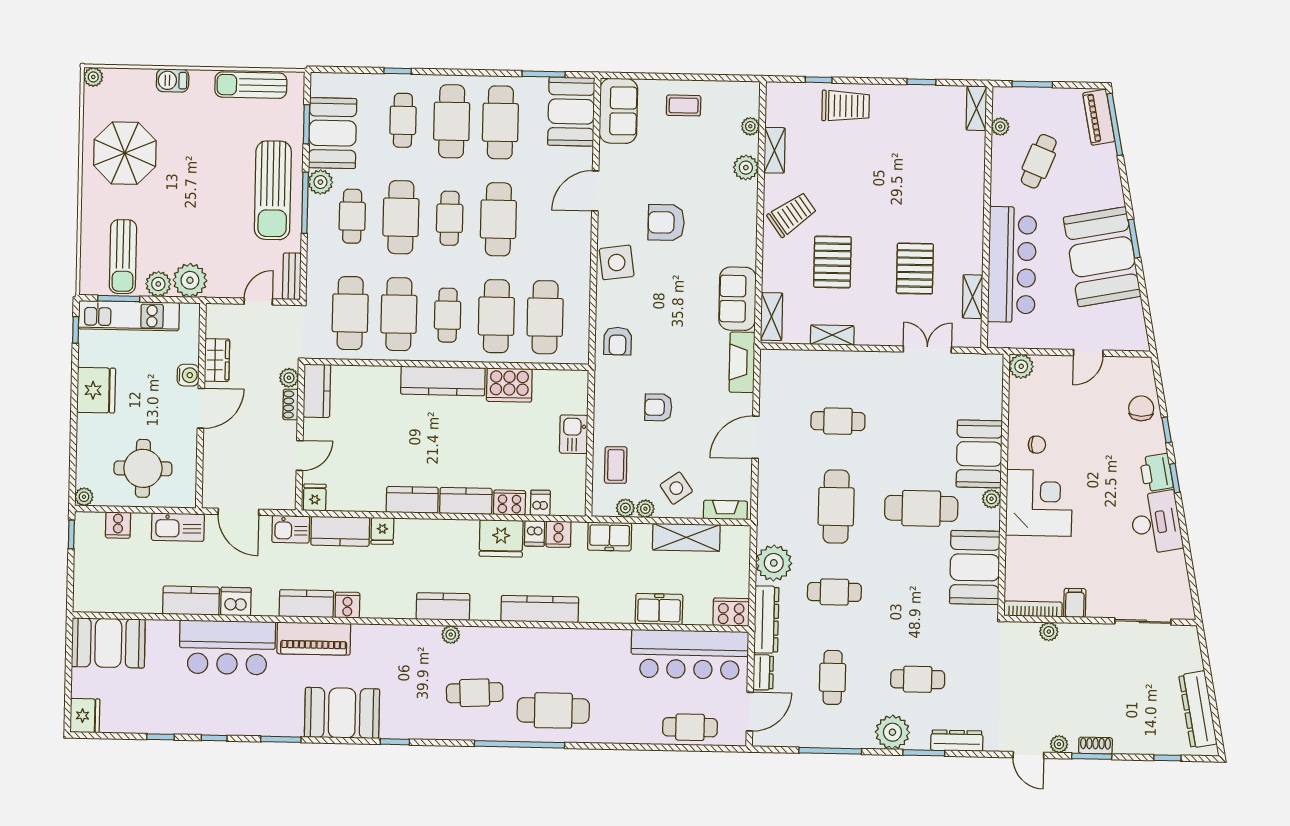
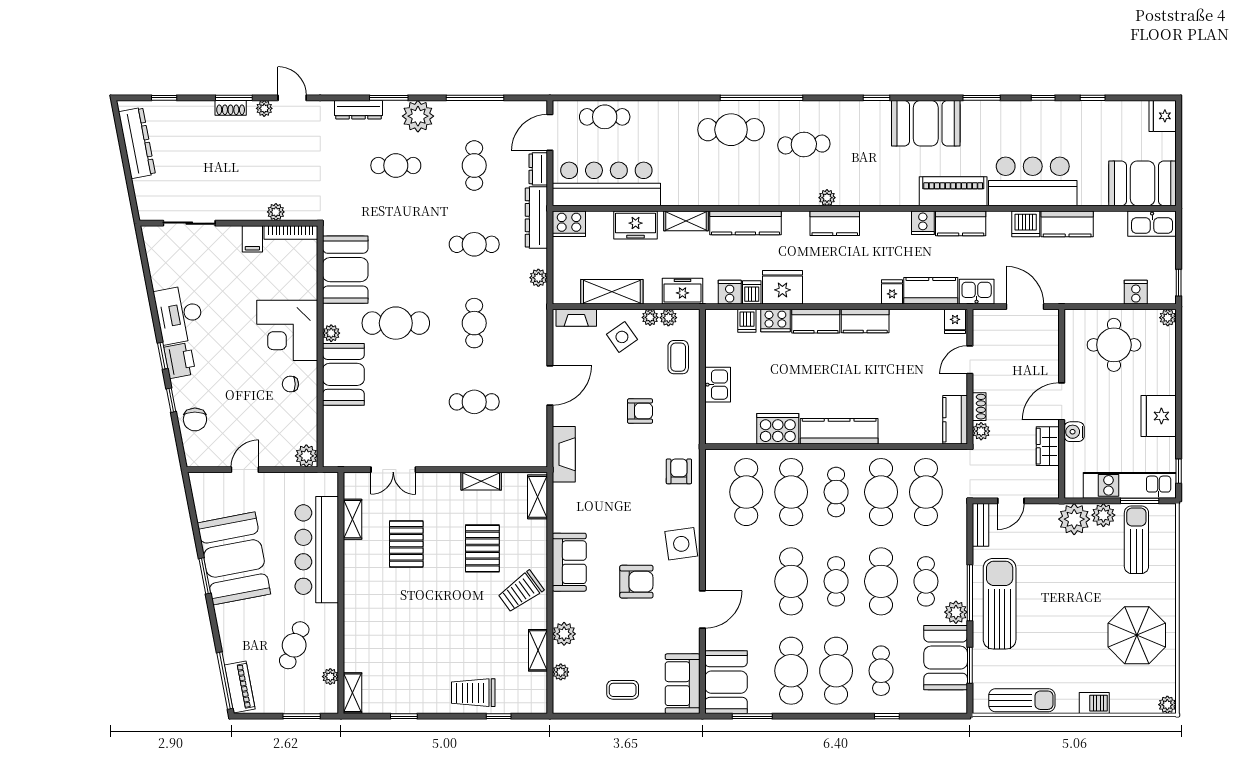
sofa: (737, 299) -> (569, 562), moved
cafe table: (836, 507) -> (474, 323), width x0.73, depth x0.74
kitchen sink: (178, 527) -> (1152, 224), moved, turned 180
plant: (774, 563) -> (538, 278), width x0.53, depth x0.53
shelving: (604, 612) -> (686, 221), added

